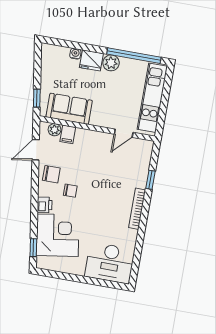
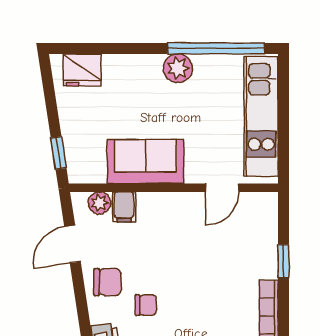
water cooler: (75, 54) -> (112, 63), removed
fridge: (91, 60) -> (82, 70), moved
sofa: (69, 109) -> (146, 162), moved

